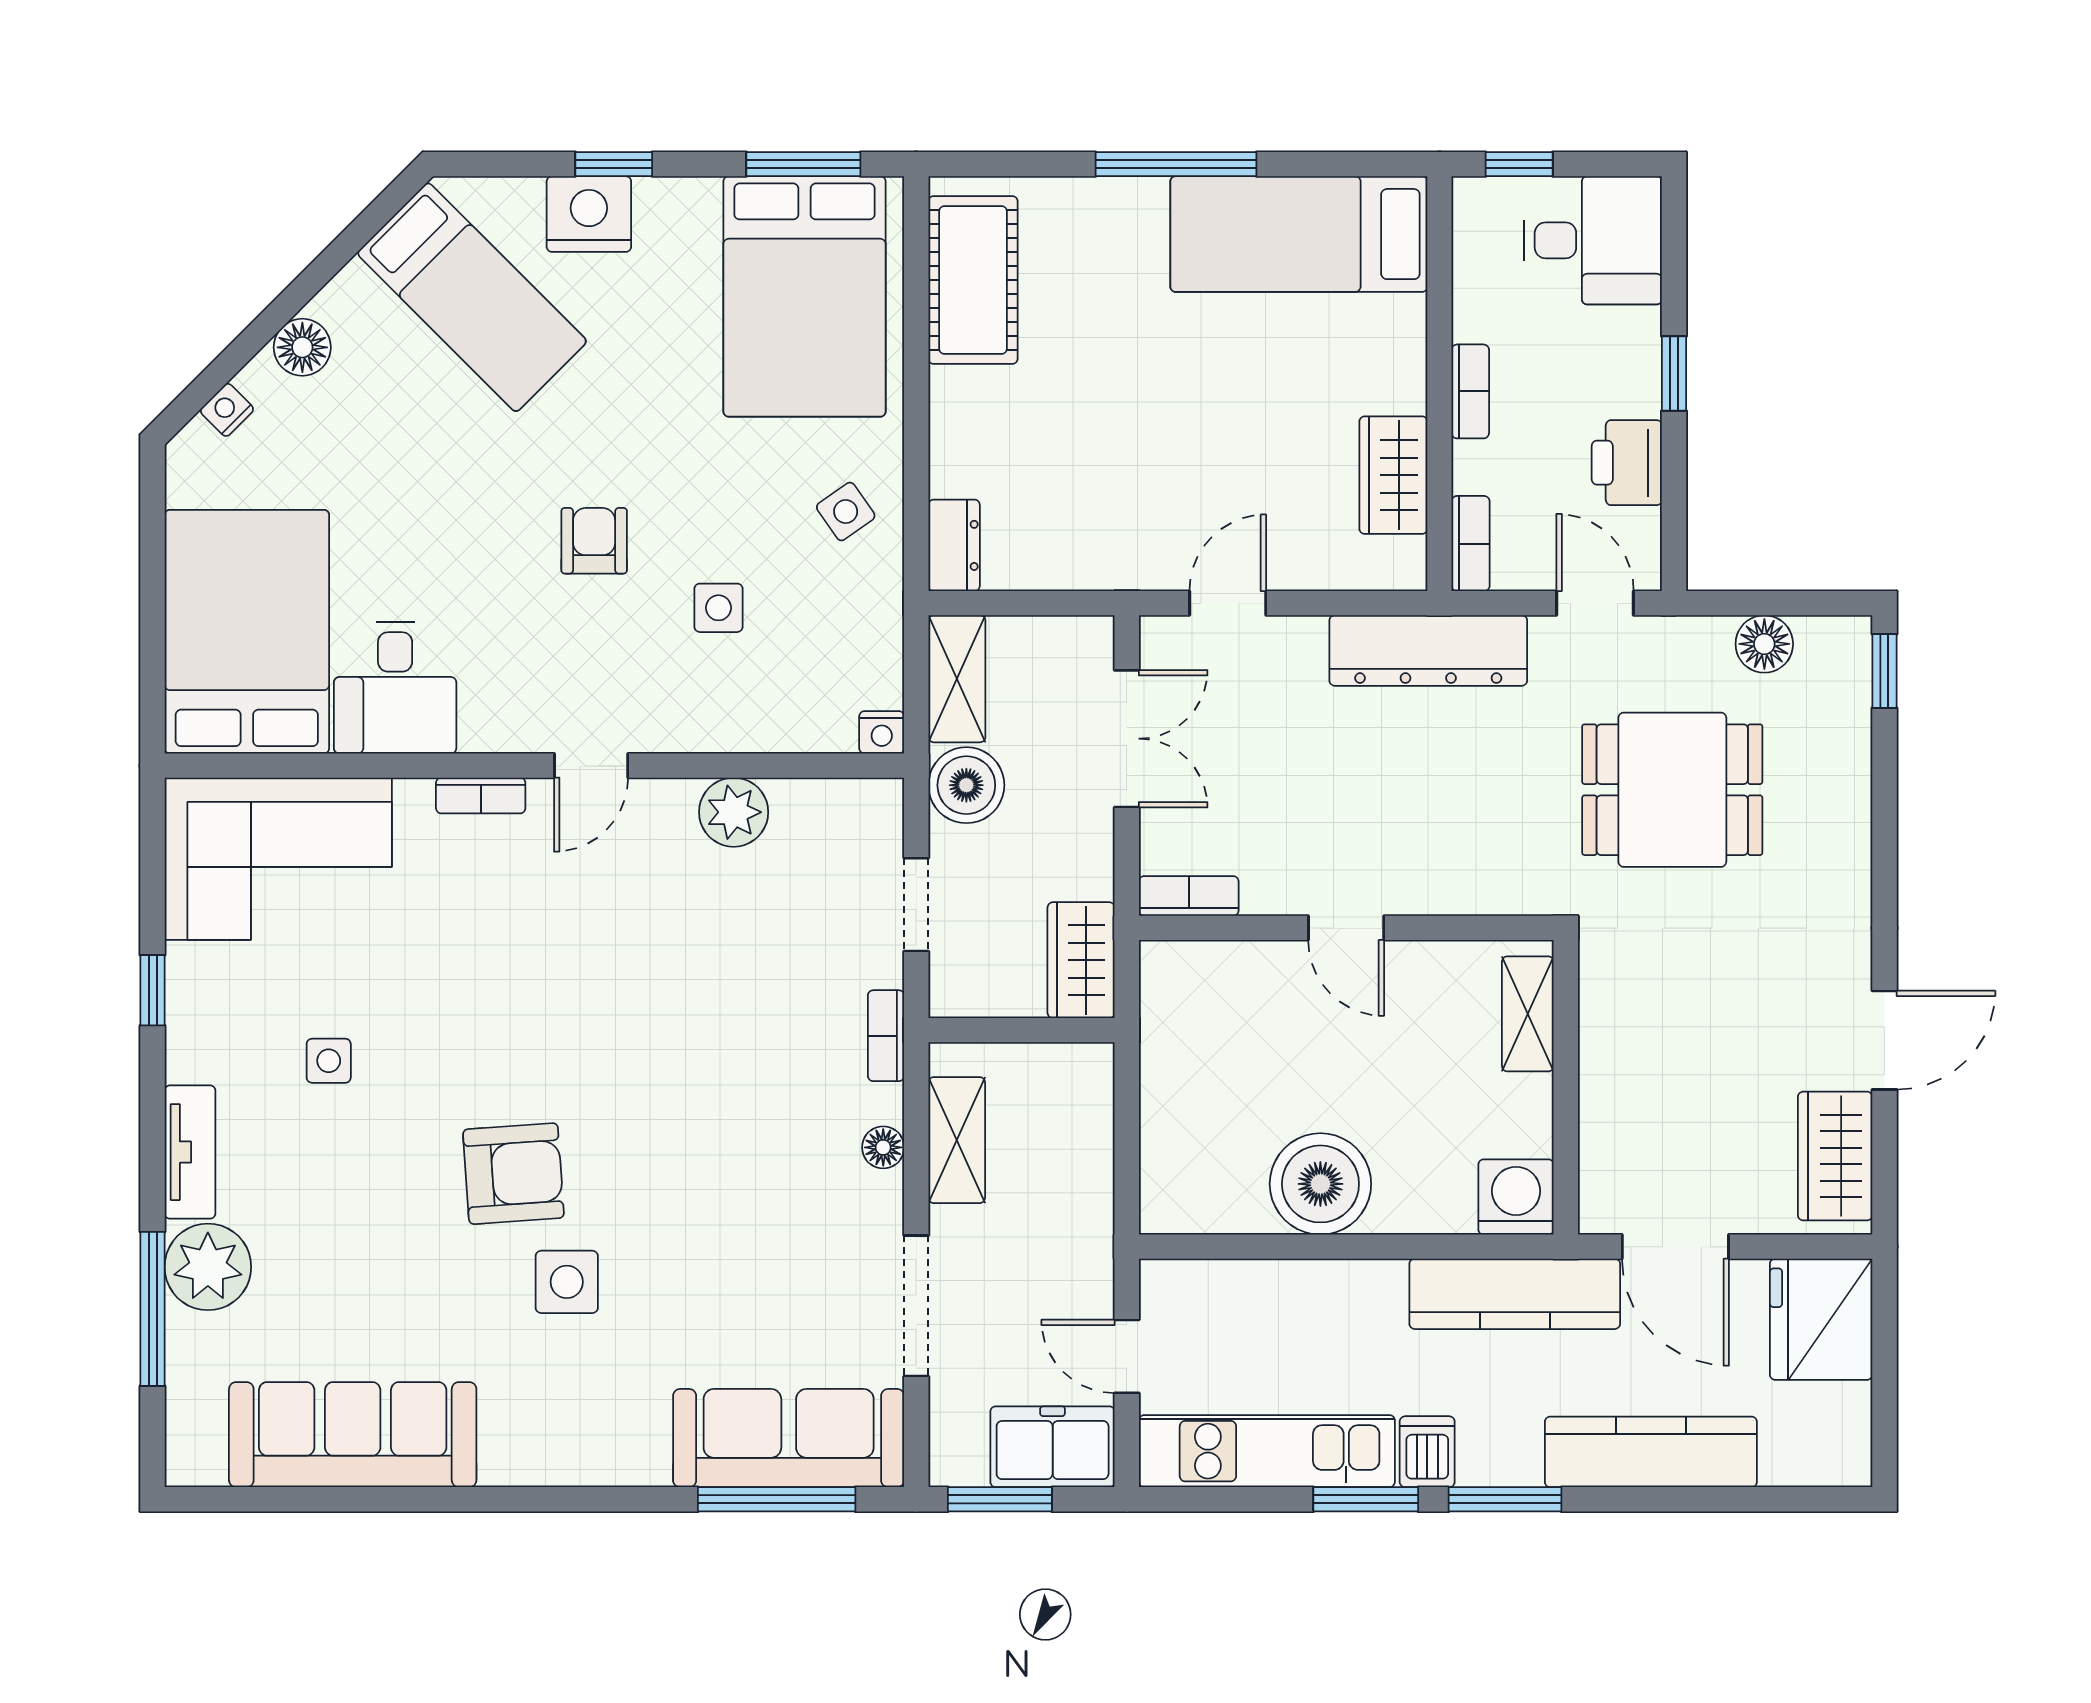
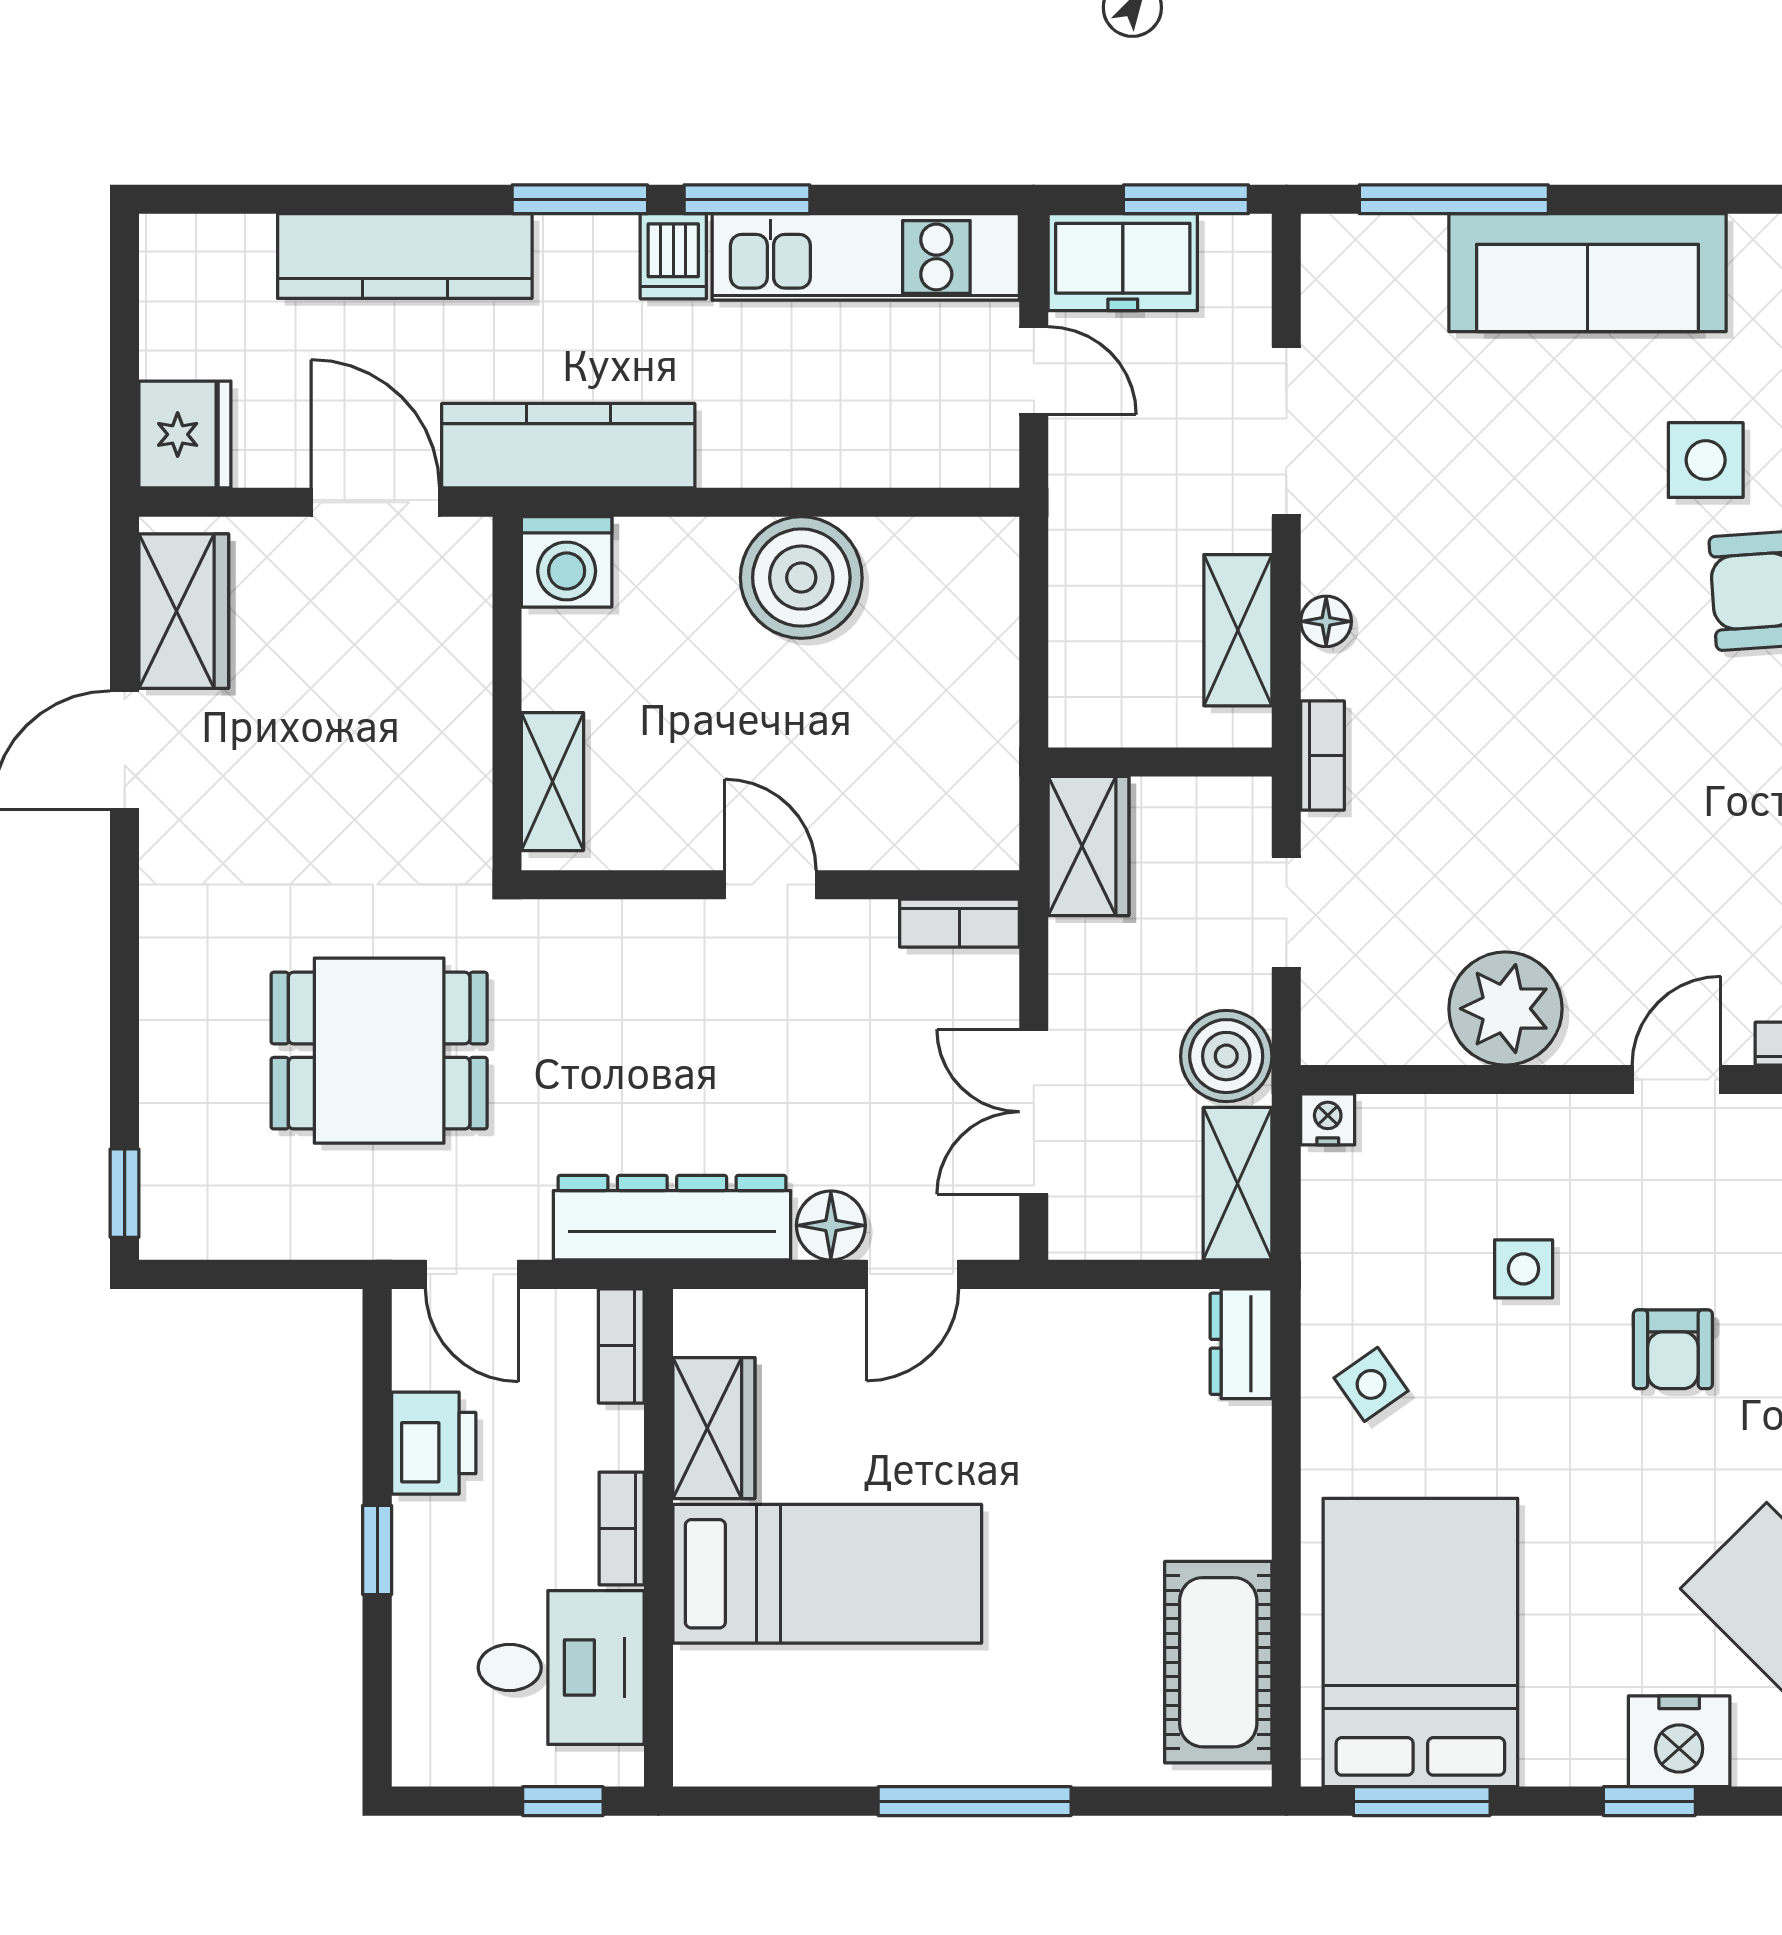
bed: (1299, 234) -> (827, 1574), moved
desk: (1593, 240) -> (561, 1668), moved, turned 180
floor lamp: (1764, 644) -> (831, 1225), moved
plant: (734, 812) -> (1505, 1009), width x1.36, depth x1.36
fridge: (1821, 1319) -> (185, 434), width x0.73, depth x0.75
sofa: (789, 1438) -> (1588, 273), moved

